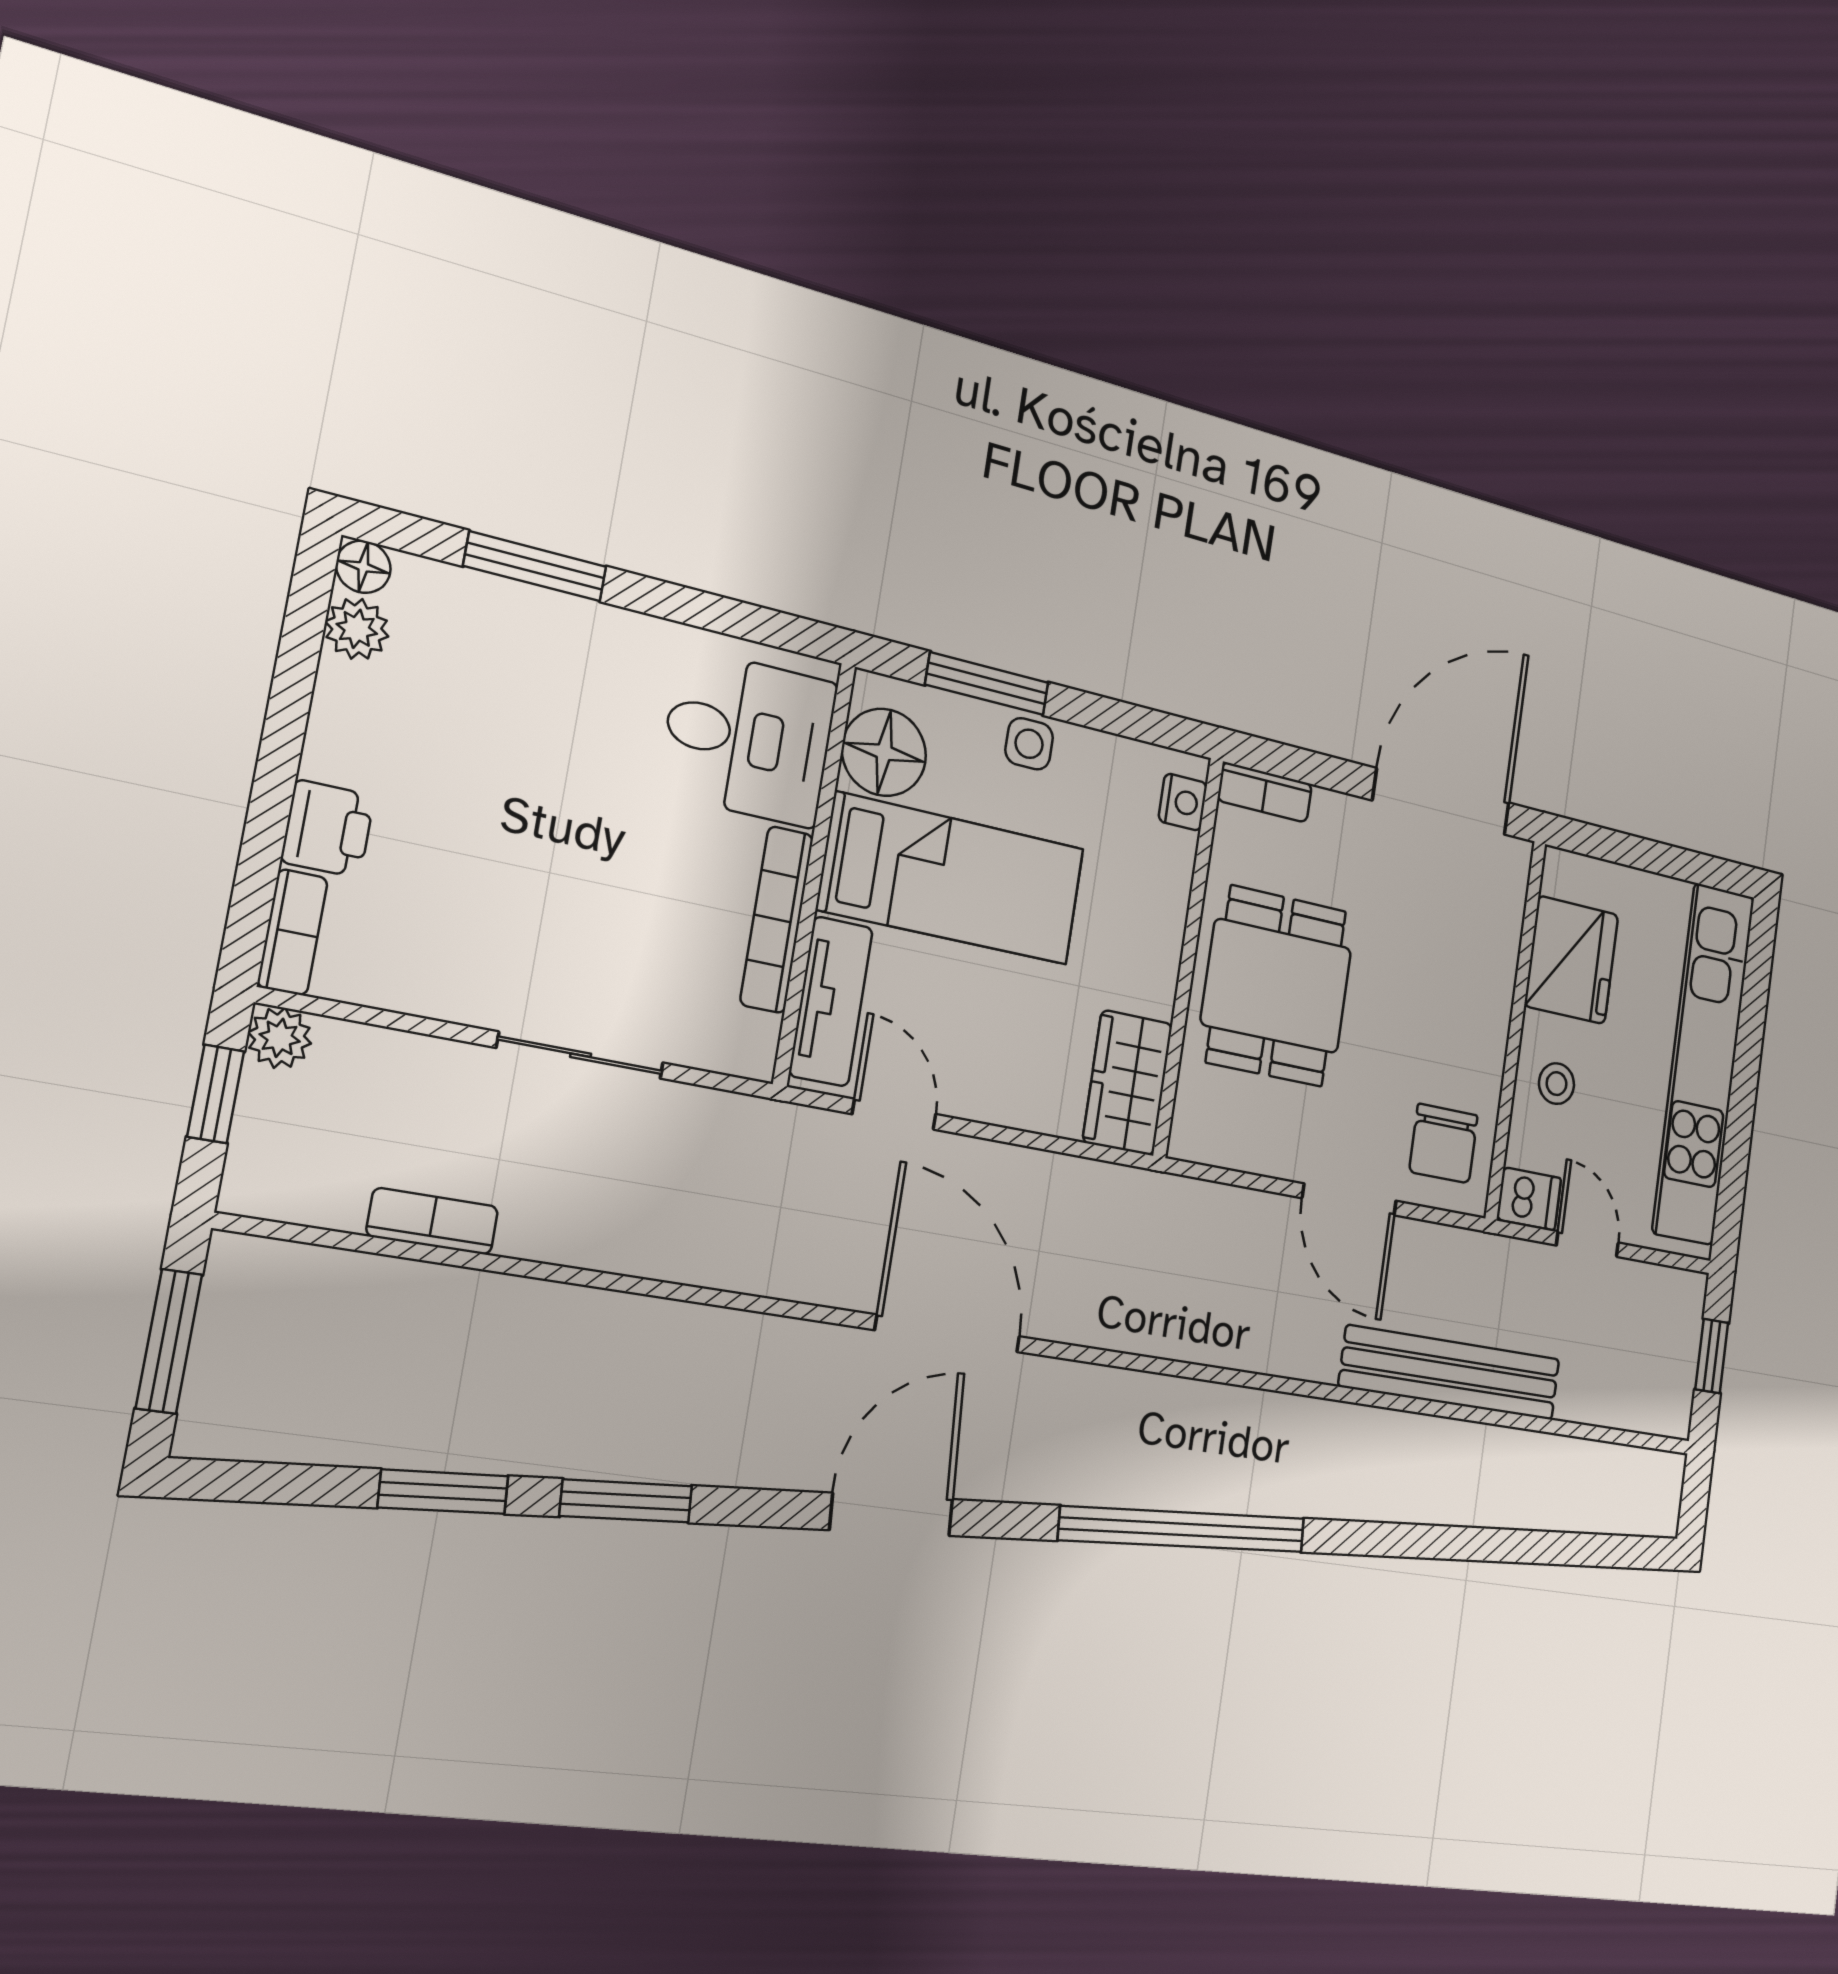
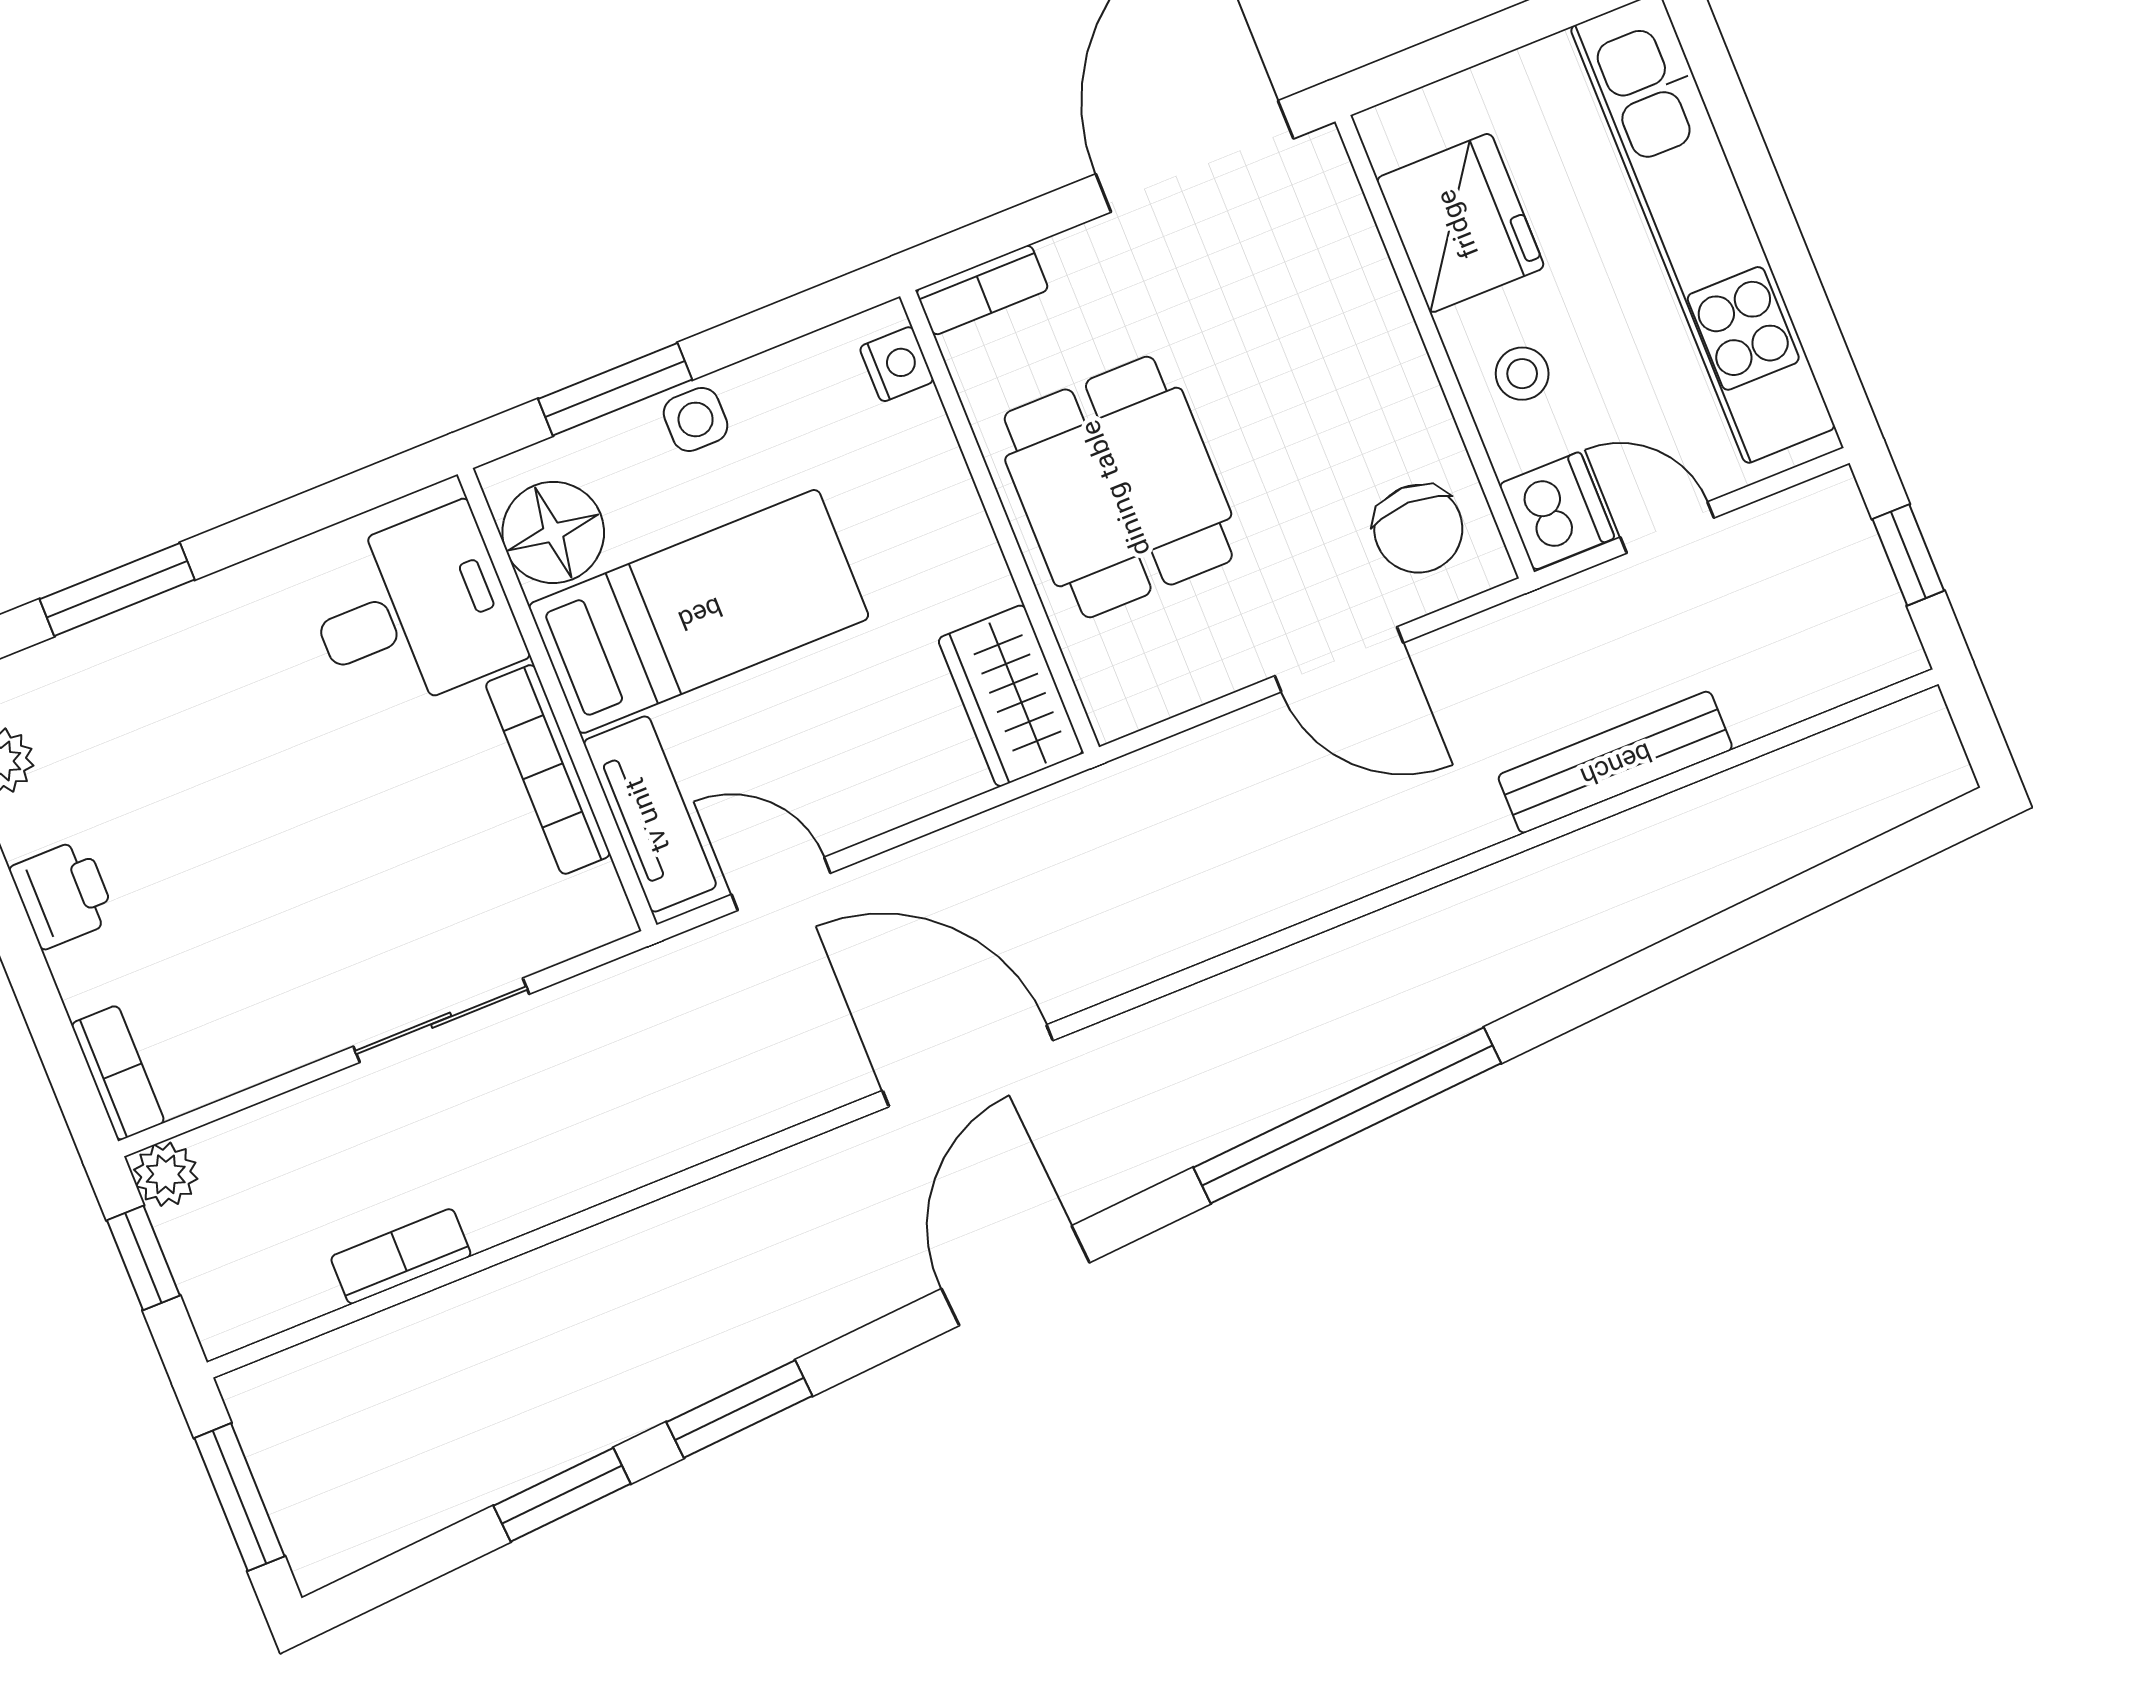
printer: (328, 829) -> (63, 894), moved
dishwasher: (1529, 1199) -> (1557, 511), width x1.38
bench: (1451, 1373) -> (1615, 762), width x0.73, depth x0.82

